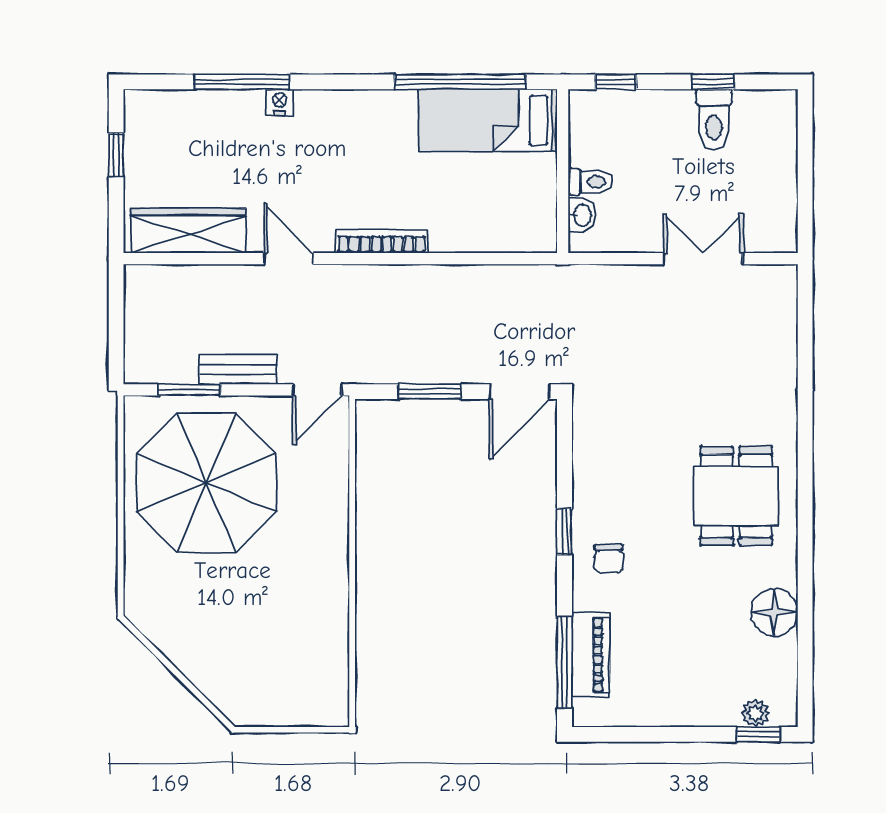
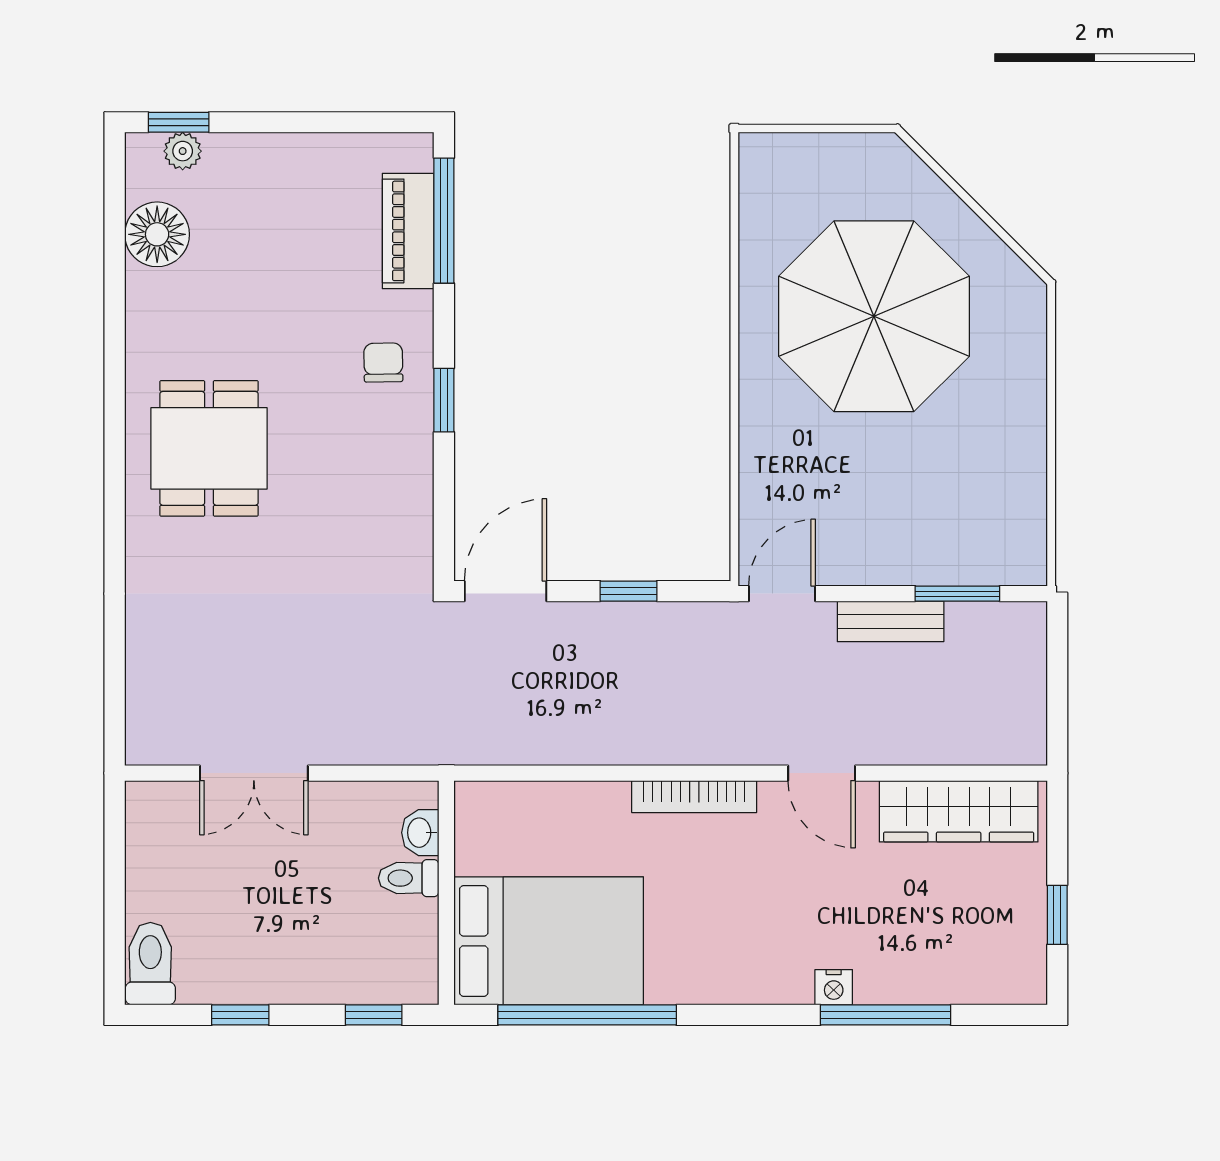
toilet: (714, 119) -> (150, 964), moved
bed: (488, 120) -> (549, 941), width x1.50
window: (430, 392) -> (628, 591), width x0.67
parasol: (206, 483) -> (874, 316), moved
floor lamp: (774, 612) -> (157, 234), moved

